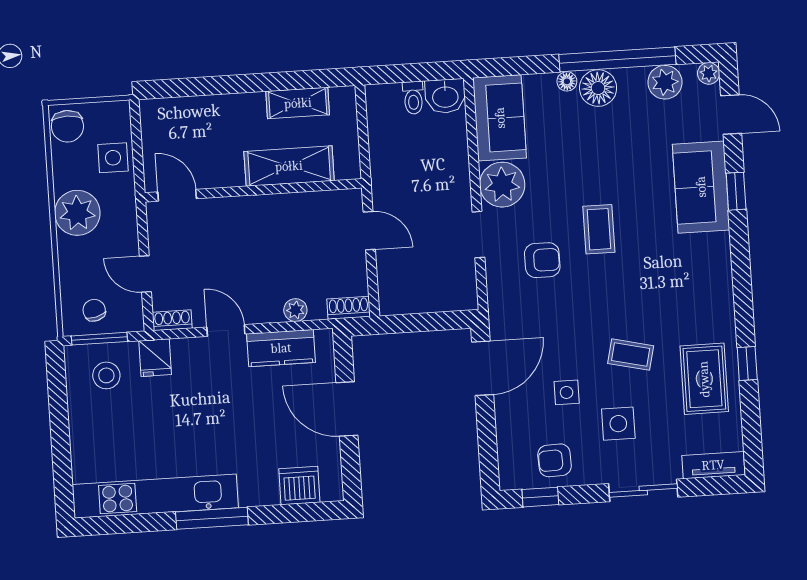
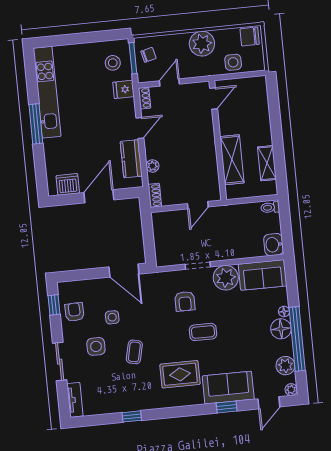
toilet: (413, 98) -> (270, 207), moved
rug: (704, 379) -> (180, 374), moved
dishwasher: (299, 486) -> (68, 184), moved, turned -90

